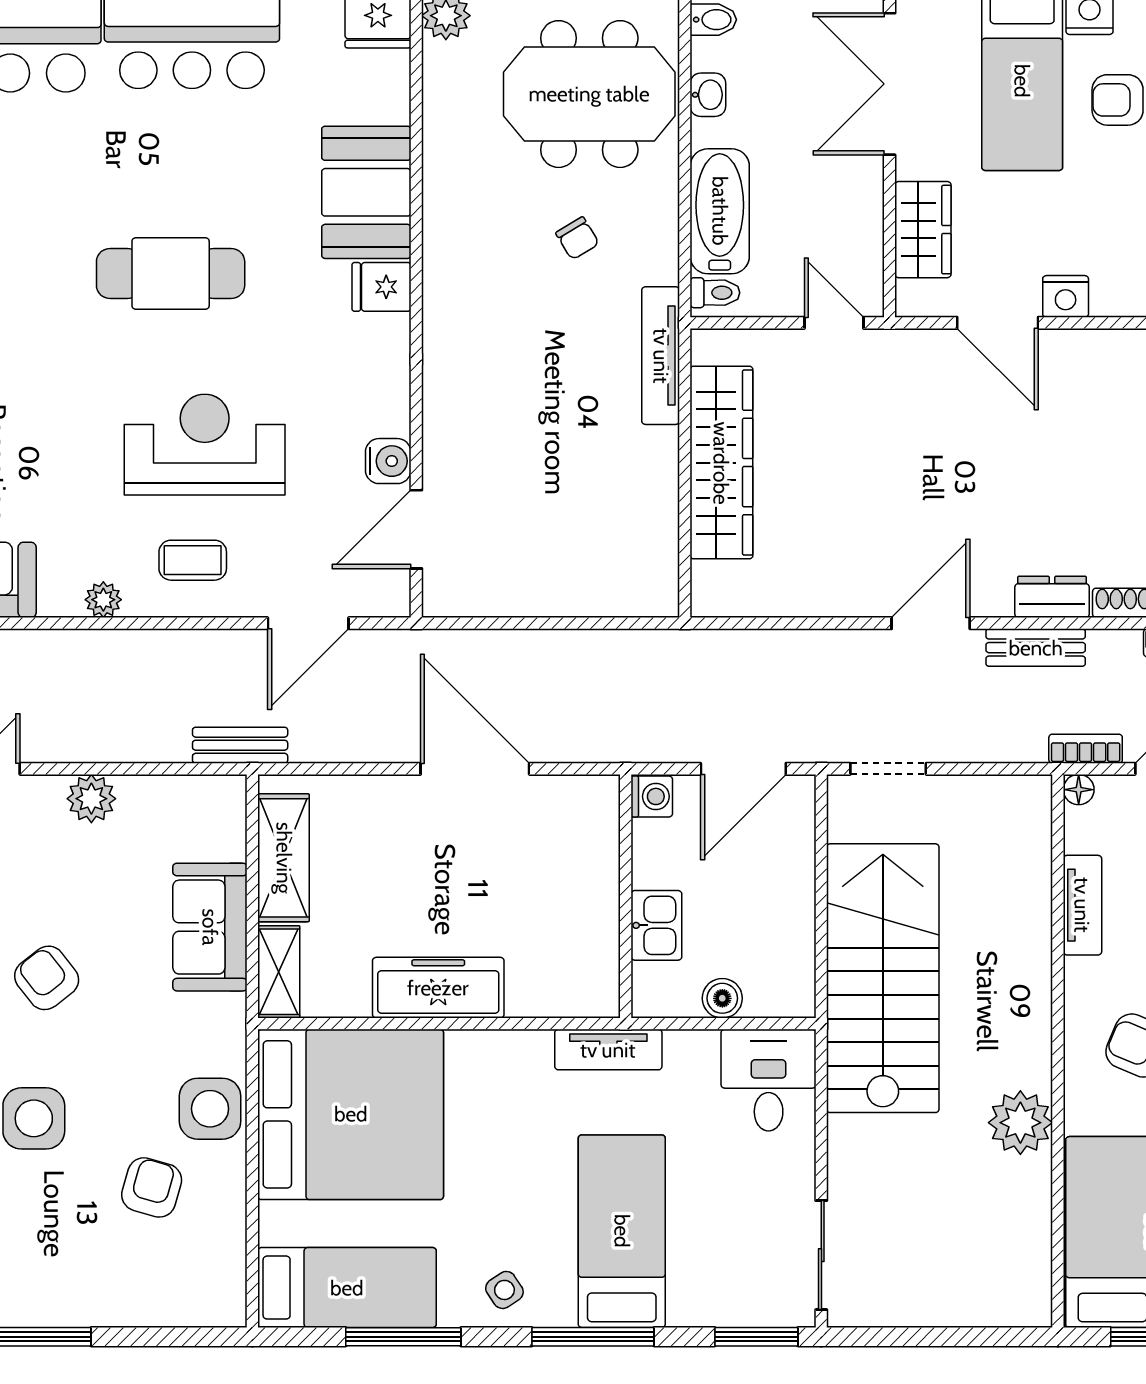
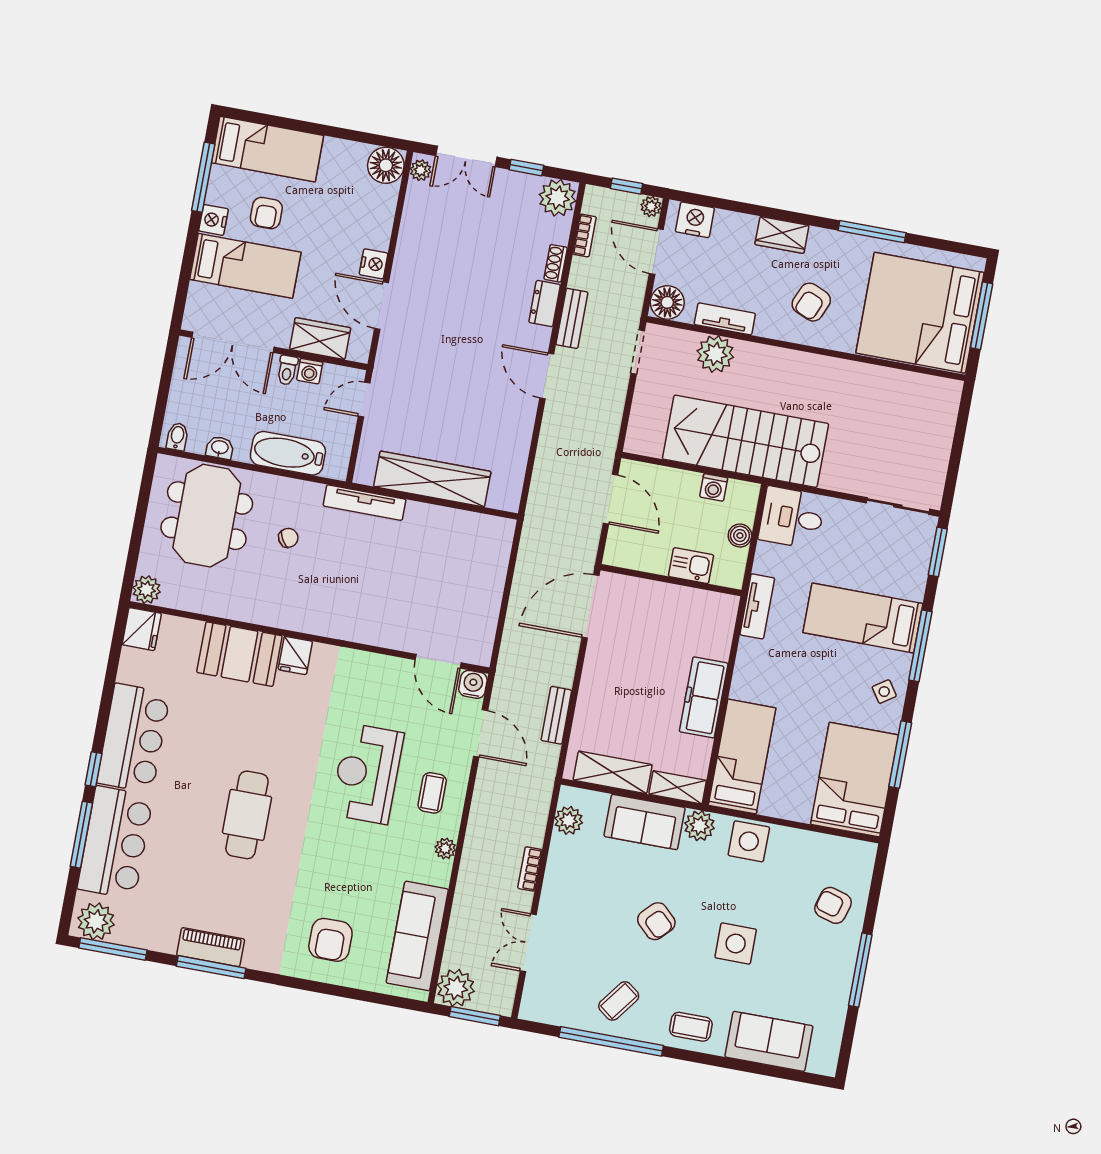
washing machine: (865, 222) -> (310, 371), added
cafe table: (171, 273) -> (247, 815), moved
toilet: (715, 293) -> (287, 370), moved, turned 180
door: (998, 323) -> (382, 306), swing flipped
water cooler: (388, 461) -> (473, 684), moved
bench: (240, 745) -> (556, 715), moved
bookcase: (1086, 749) -> (530, 869), moved
door: (475, 769) -> (591, 606), moved
doorway: (888, 769) -> (638, 352), moved
floor lamp: (1079, 790) -> (667, 302), width x1.89, depth x1.89
washing machine: (652, 796) -> (714, 487), moved, turned 180
plant: (91, 799) -> (569, 820), moved
armchair: (47, 978) -> (656, 921), turned -98
plant: (221, 1021) -> (699, 826), added
bed: (351, 1114) -> (742, 757), width x0.49
plant: (1020, 1123) -> (715, 354), moved
armchair: (152, 1187) -> (833, 905), moved
bed: (347, 1288) -> (855, 780), width x1.50

